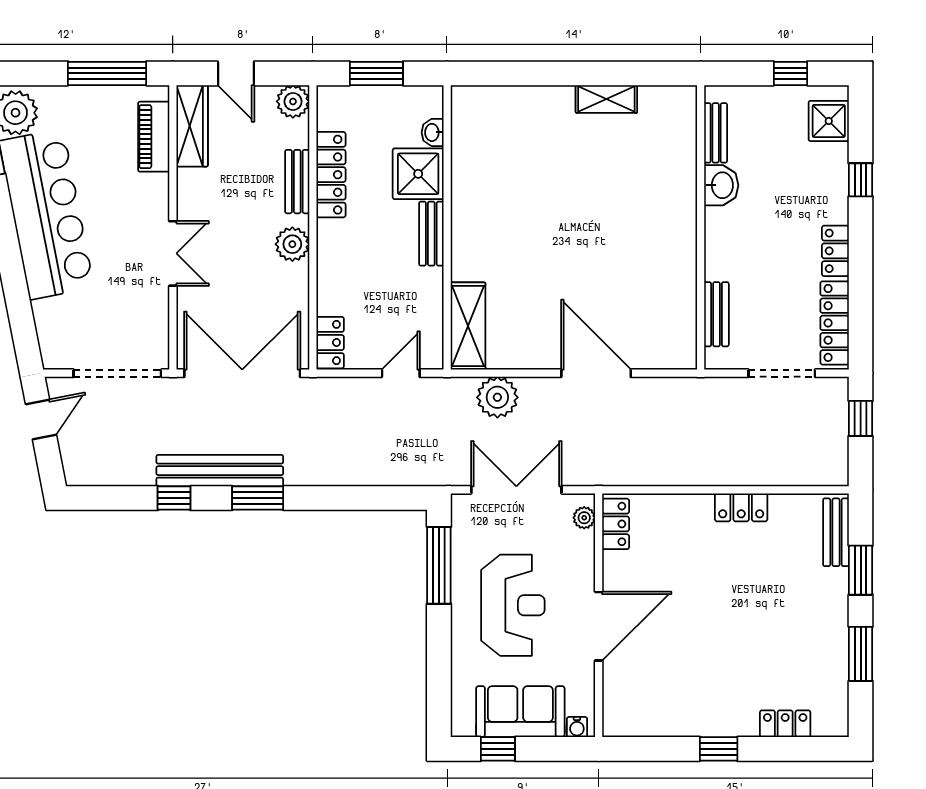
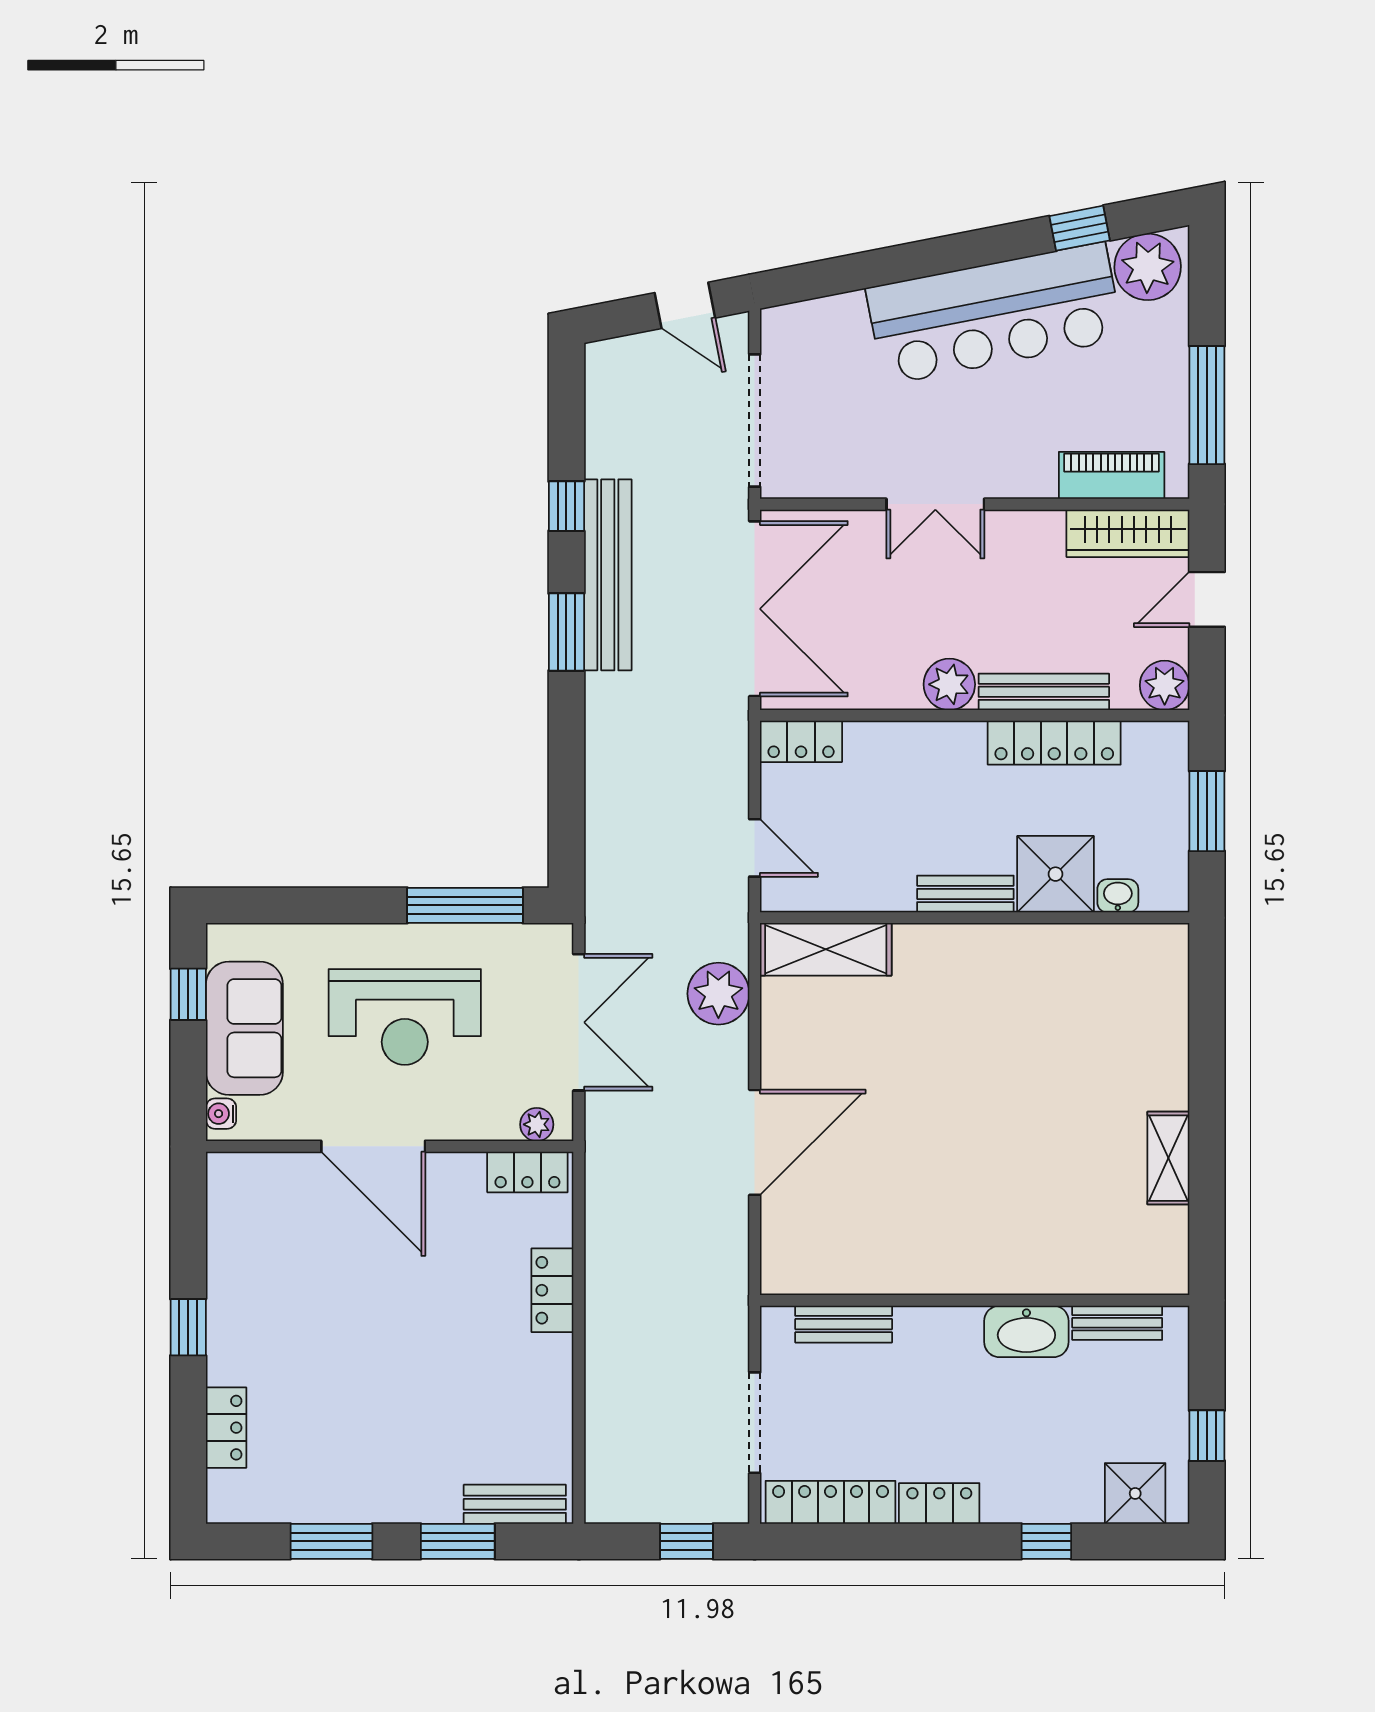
bench: (297, 182) -> (1044, 692), width x1.36
washbasin: (721, 185) -> (1026, 1331), width x1.38
locker: (741, 507) -> (552, 1290), moved

